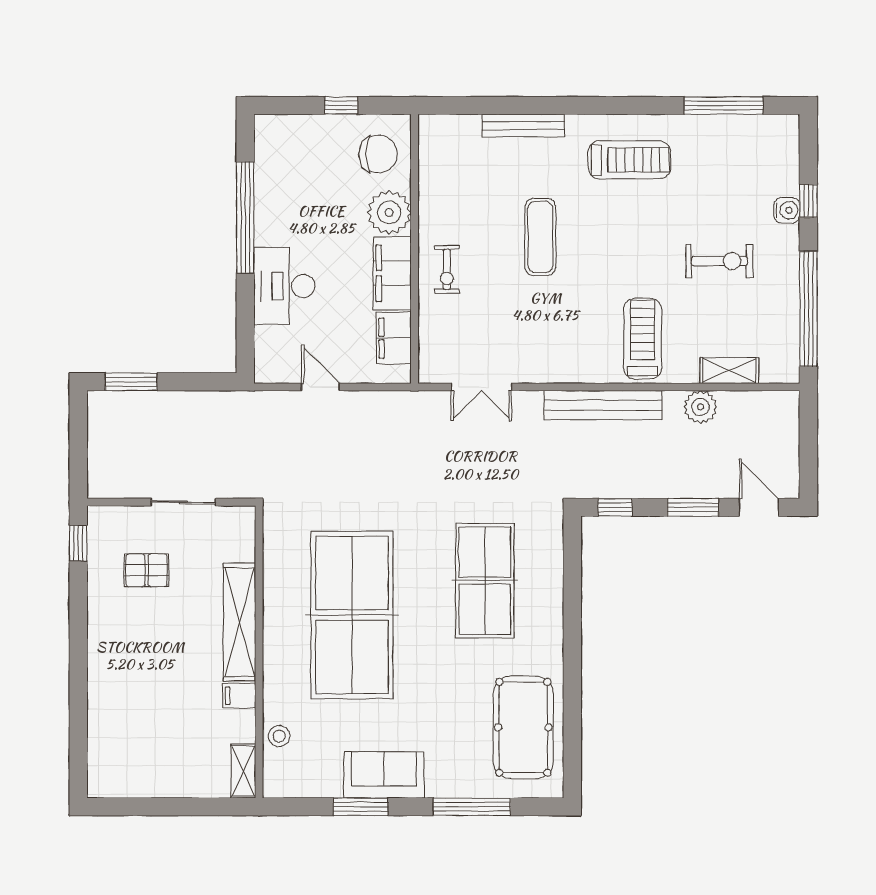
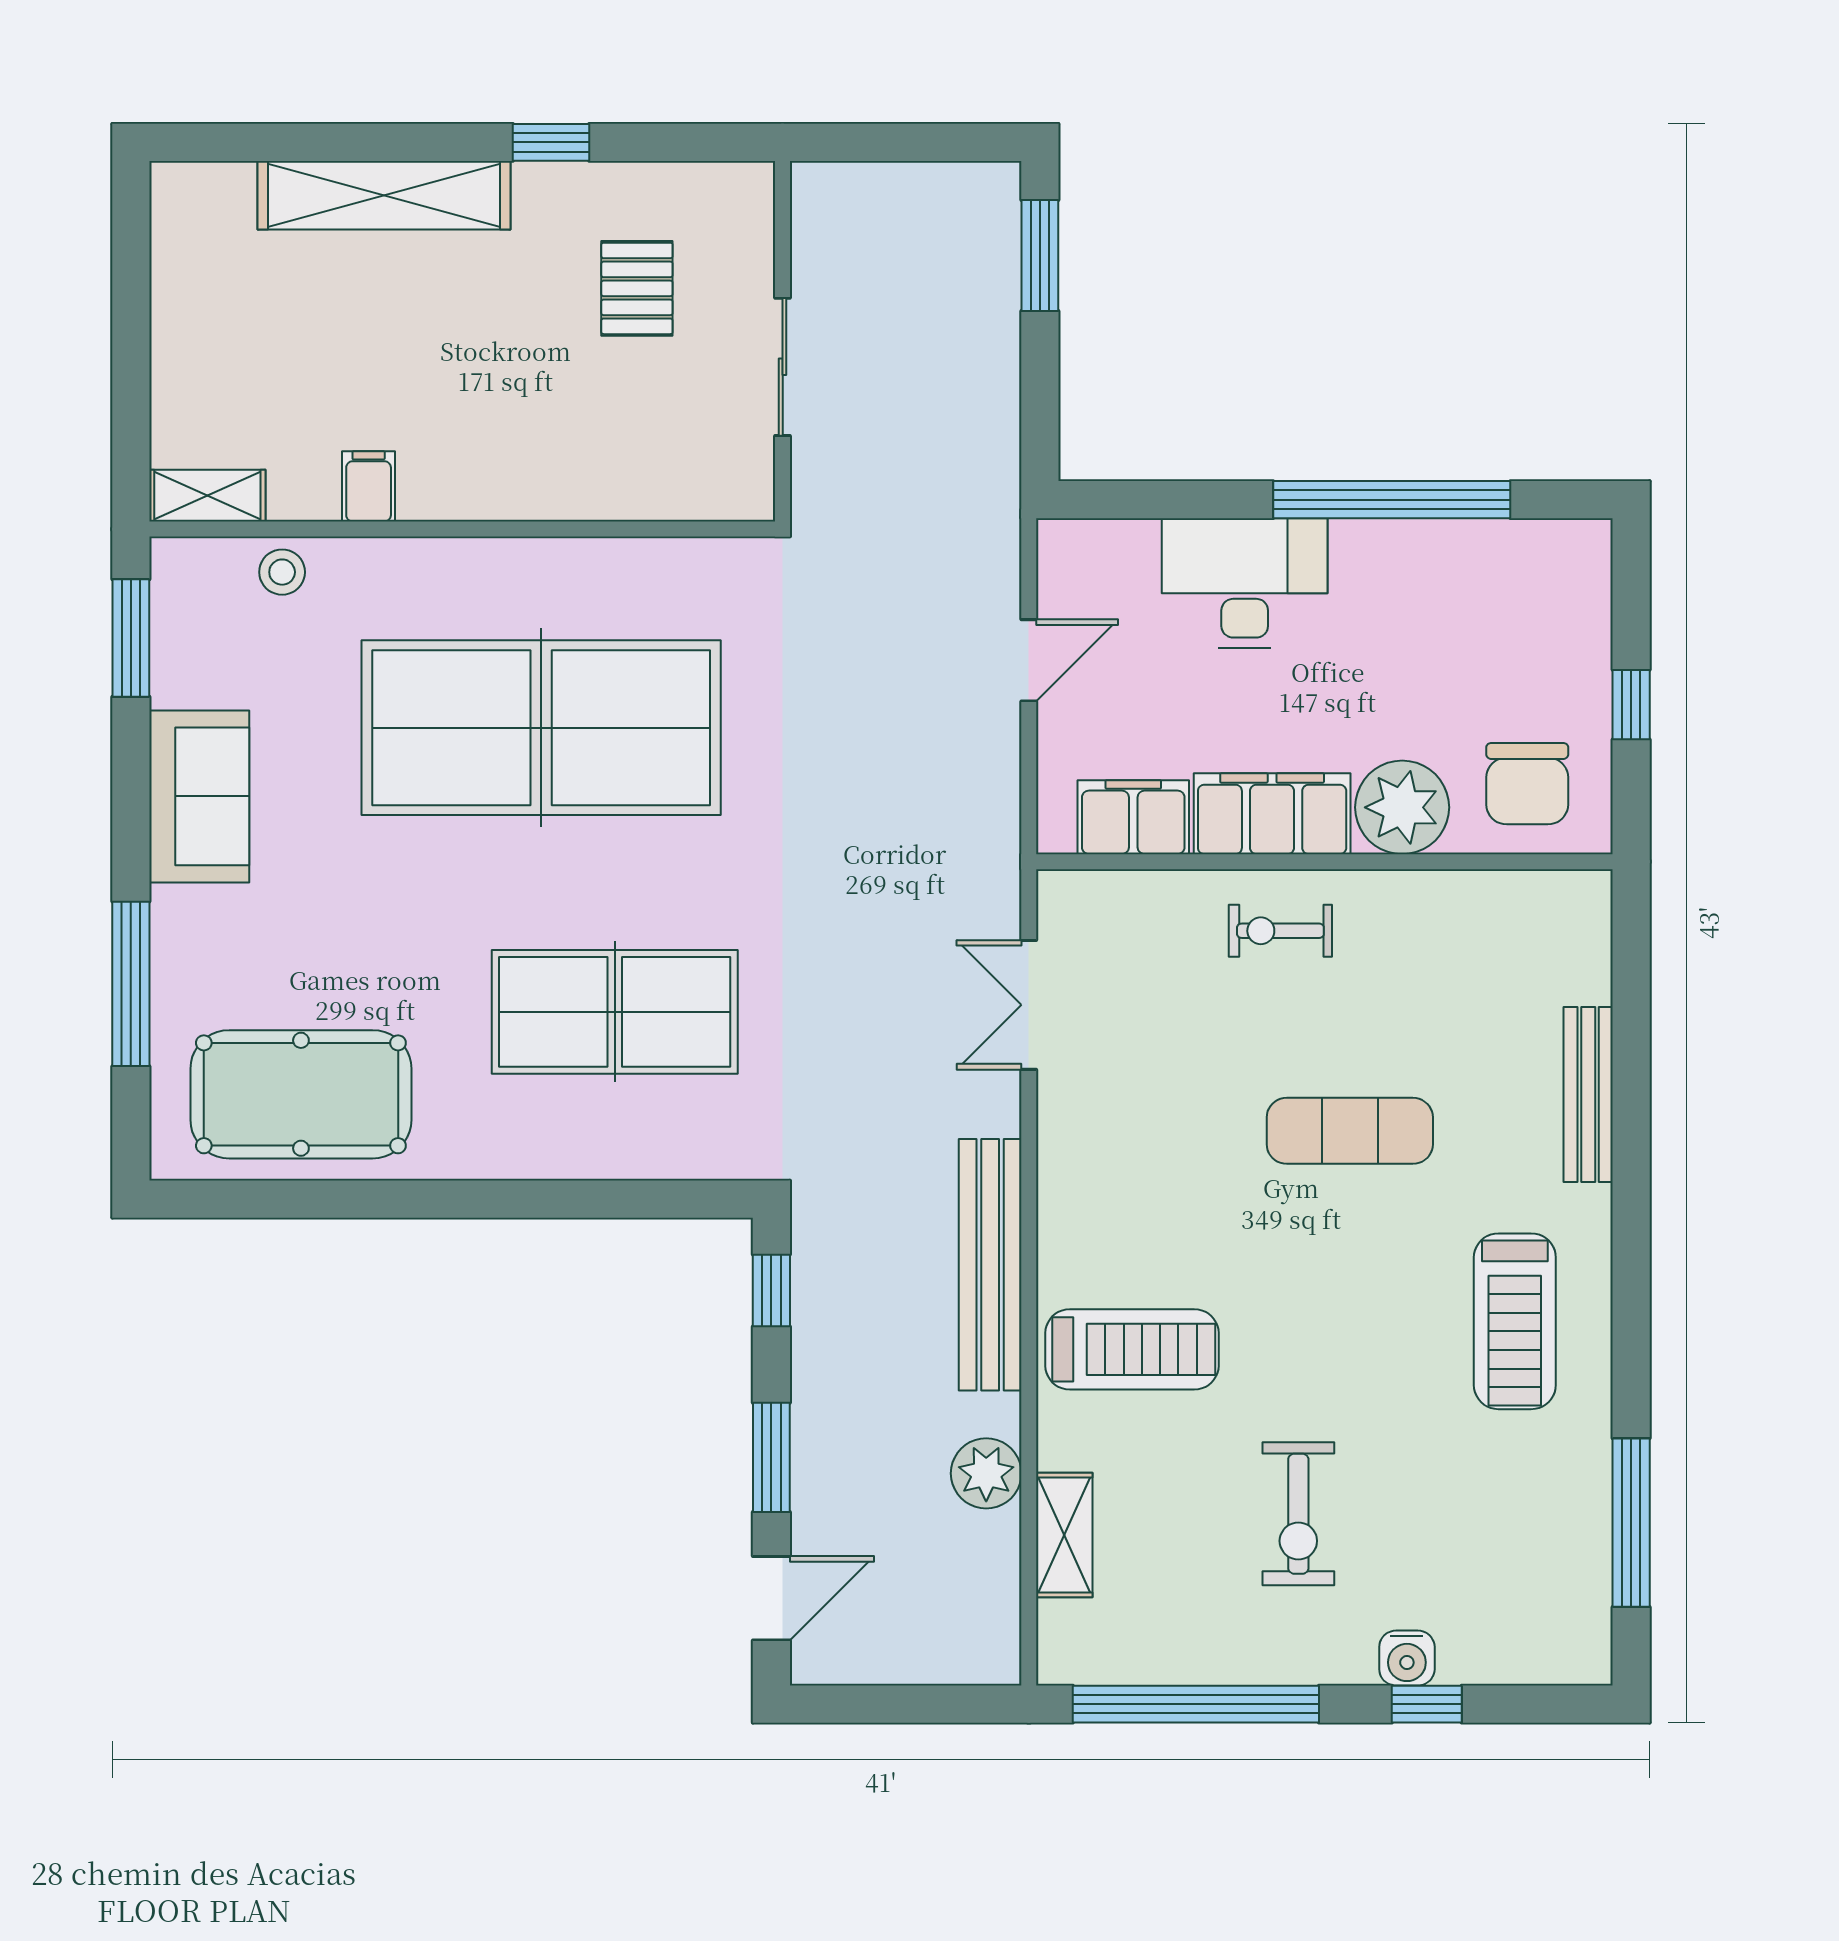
window: (78, 543) -> (551, 142), moved
shelving: (239, 622) -> (384, 195), moved
window: (361, 807) -> (131, 638), moved

